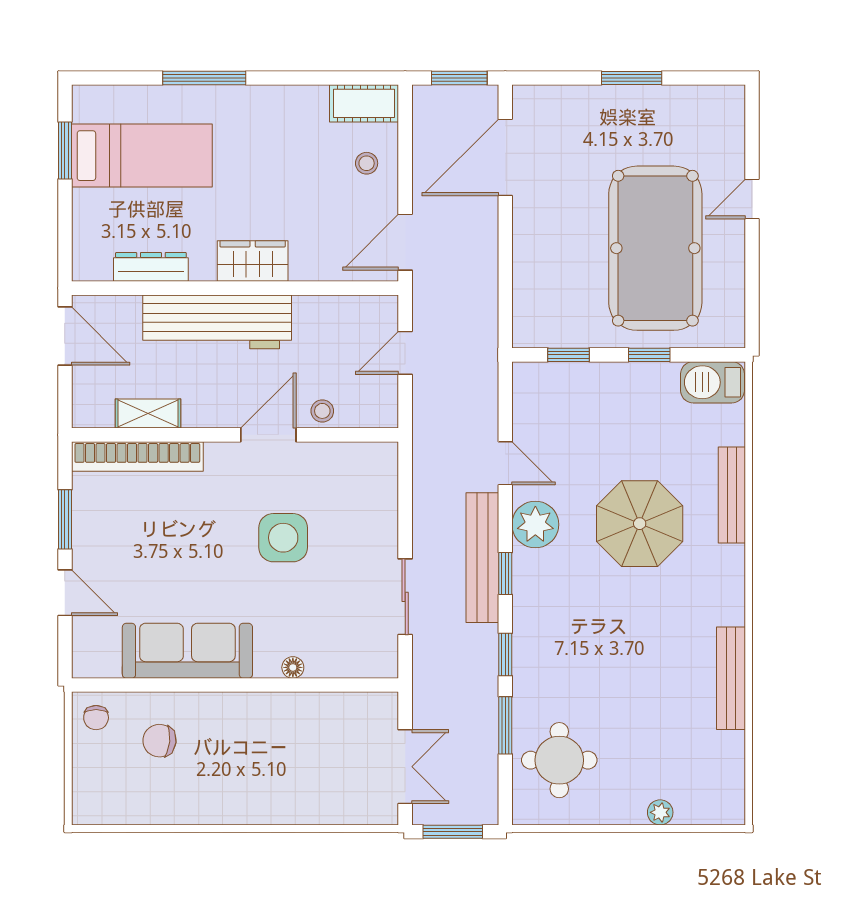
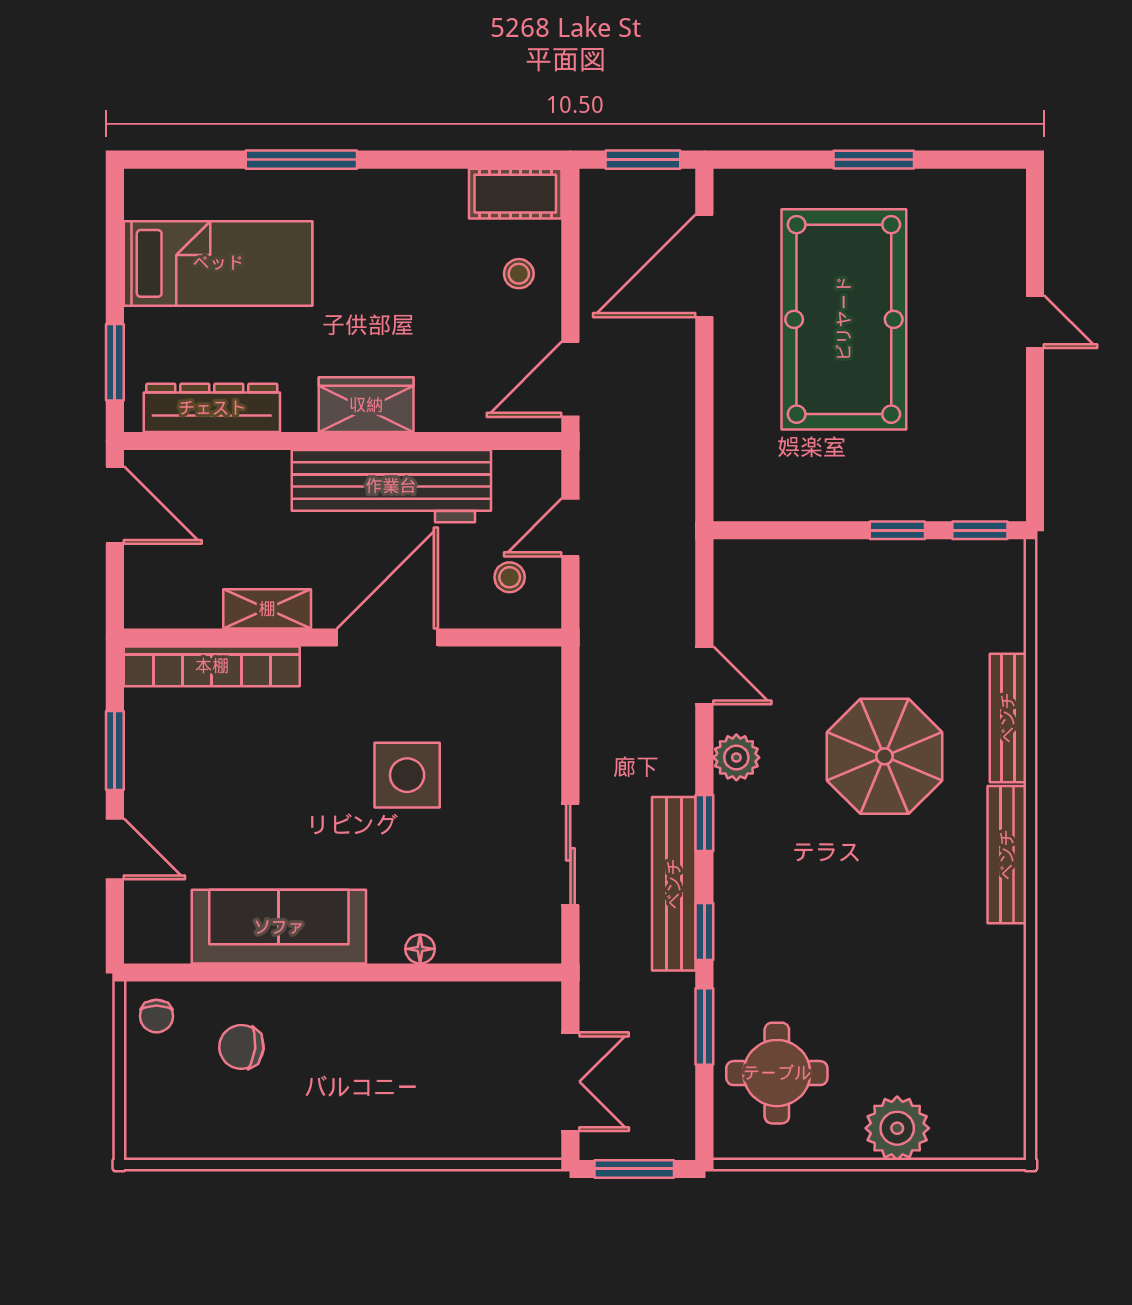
window: (65, 150) -> (115, 362), moved
door: (752, 199) -> (1035, 322), swing flipped
pool table: (655, 248) -> (844, 319), moved
dresser: (151, 267) -> (212, 408), width x1.37, depth x1.24
workbench: (217, 322) -> (391, 486), moved
window: (568, 355) -> (980, 530), moved
barbecue: (712, 382) -> (982, 567), removed
stool: (322, 411) -> (510, 577), moved
shelving: (148, 414) -> (267, 609), moved
door: (268, 435) -> (387, 637), width x1.36
plant: (535, 524) -> (736, 757), width x0.73, depth x0.73
bench: (482, 558) -> (674, 884), moved
bench: (731, 678) -> (1007, 855), moved
plant: (660, 812) -> (897, 1128), width x1.88, depth x1.88

